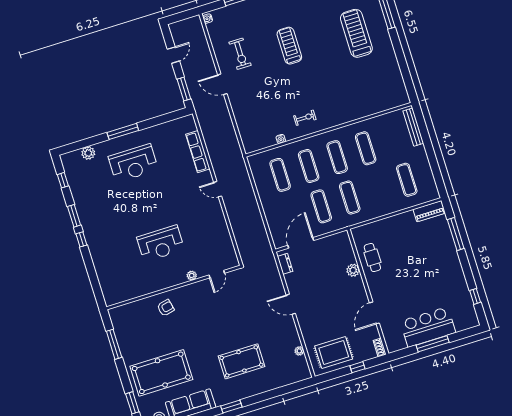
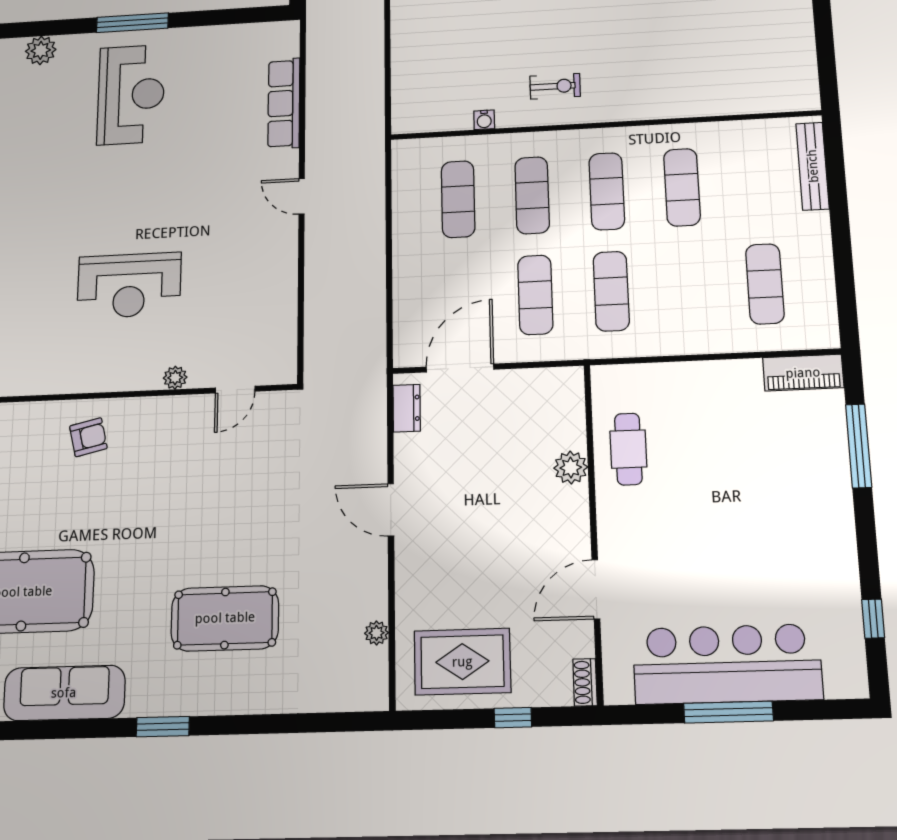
reception desk: (133, 163) -> (131, 95), turned -90
bar counter: (428, 327) -> (727, 664), width x1.36

